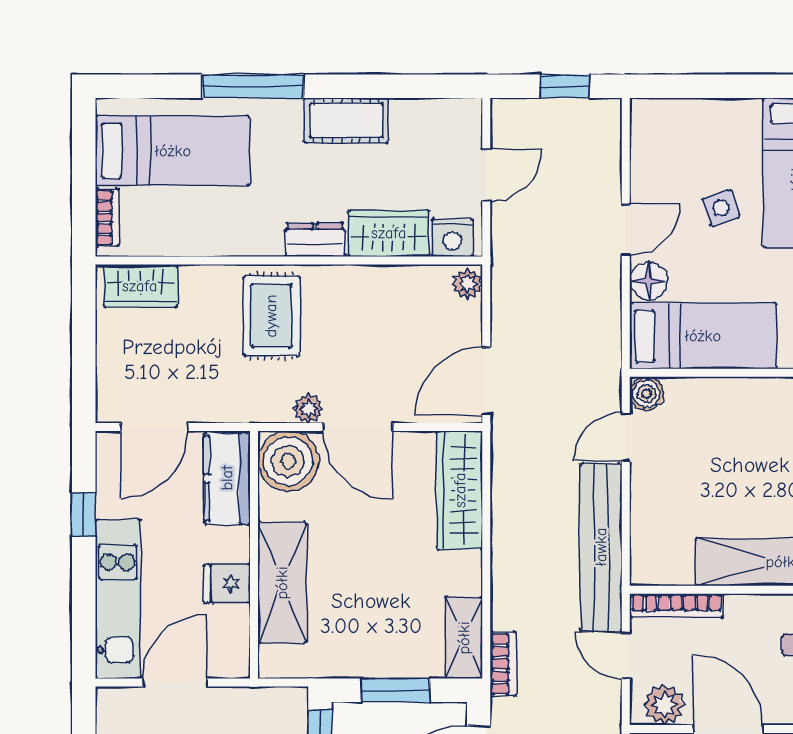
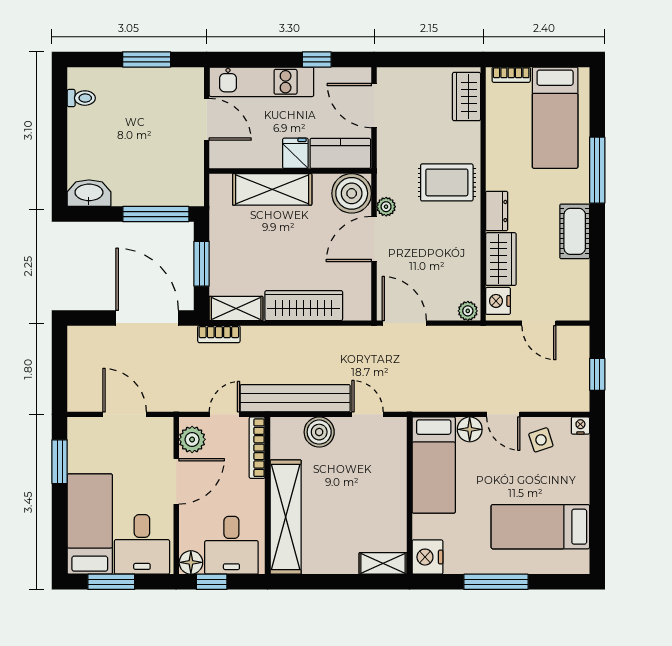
nightstand: (643, 112) -> (580, 426), added
side table: (721, 208) -> (541, 440), moved
boiler: (647, 394) -> (319, 432), moved, width x1.36, depth x1.36
wardrobe: (460, 490) -> (304, 306), moved
fridge: (227, 584) -> (295, 153), moved

